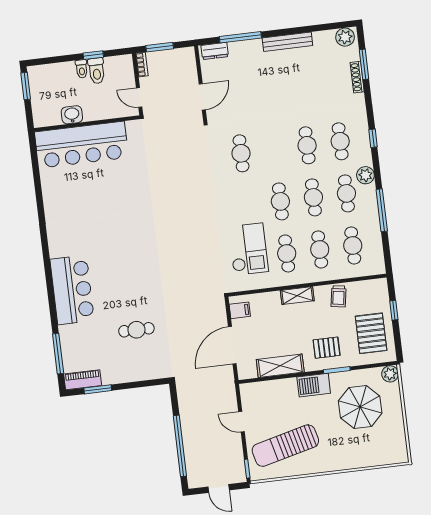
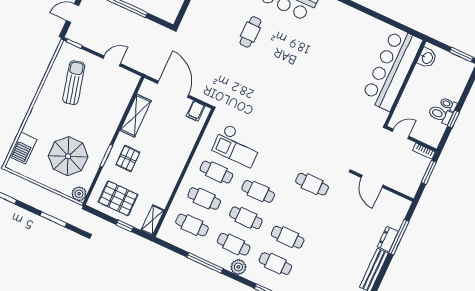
dresser: (215, 51) -> (388, 239), moved
washbasin: (72, 115) -> (427, 58), moved
shelving: (297, 296) -> (153, 220), moved
trolley: (338, 296) -> (161, 191), removed
cafe table: (136, 330) -> (250, 32), moved
barbecue: (314, 385) -> (23, 148), moved, turned 180
sun lounger: (285, 446) -> (74, 83), width x0.73, depth x0.75

